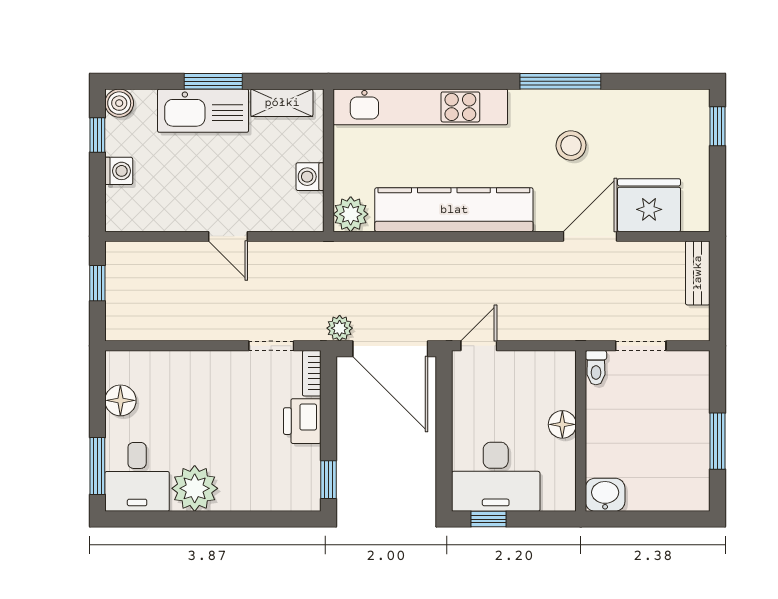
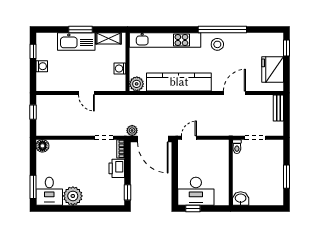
window: (560, 81) -> (222, 30), width x1.46
boiler: (119, 103) -> (42, 38), removed
stool: (571, 145) -> (217, 44), moved
fridge: (649, 205) -> (273, 70), moved, turned -90
floor lamp: (120, 400) -> (42, 146), moved
floor lamp: (562, 424) -> (223, 170), removed

